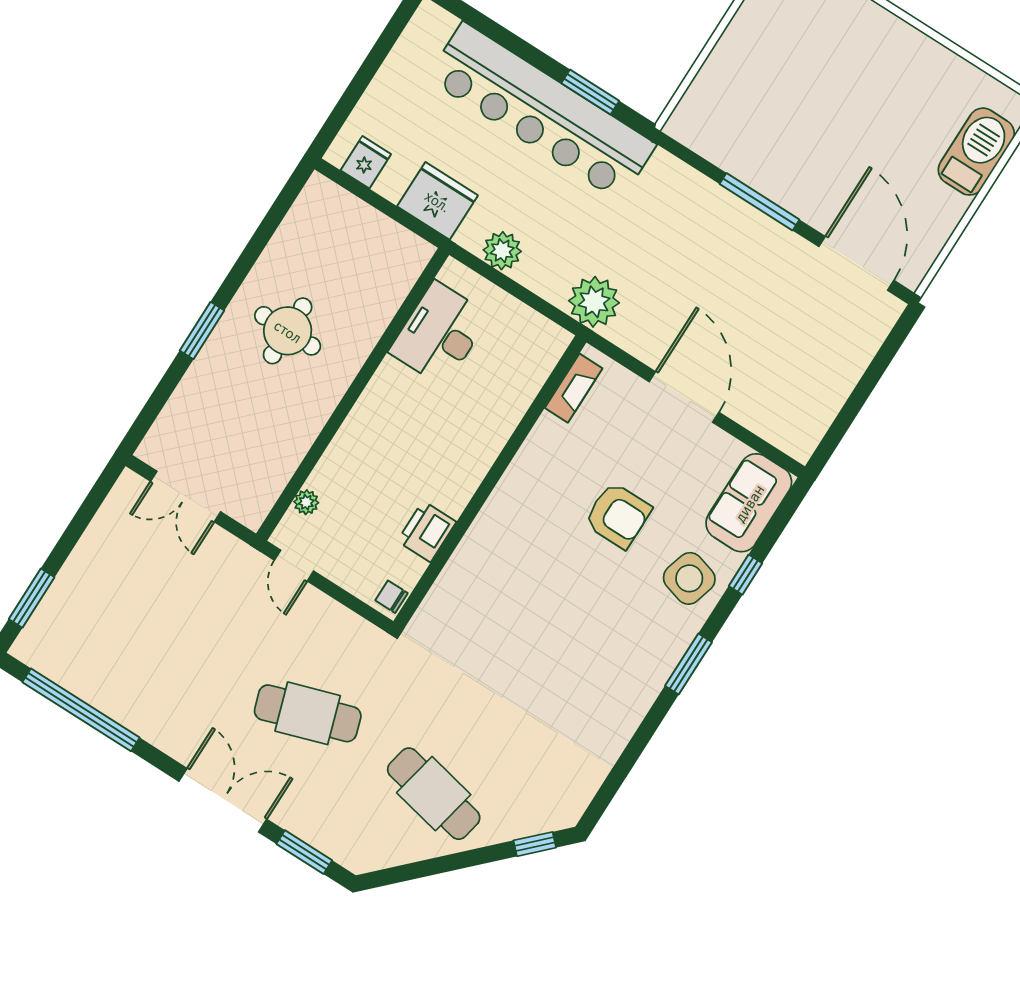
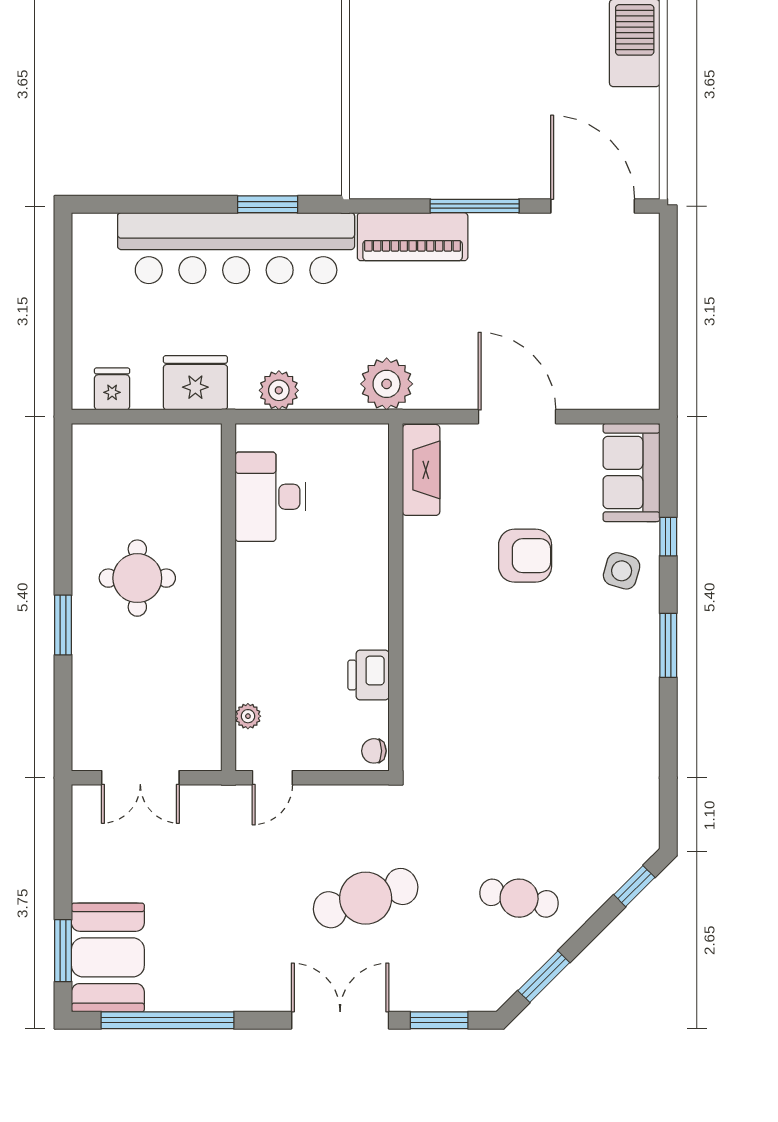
piano: (692, 194) -> (413, 237), added
fireplace: (574, 388) -> (421, 470), width x1.37, depth x1.32
door: (294, 566) -> (272, 778), hinge flipped
side table: (689, 578) -> (622, 571), width x0.73, depth x0.73
booth: (65, 627) -> (108, 957), added
cafe table: (434, 794) -> (519, 898), width x0.73, depth x0.74
window: (413, 871) -> (544, 977), added

